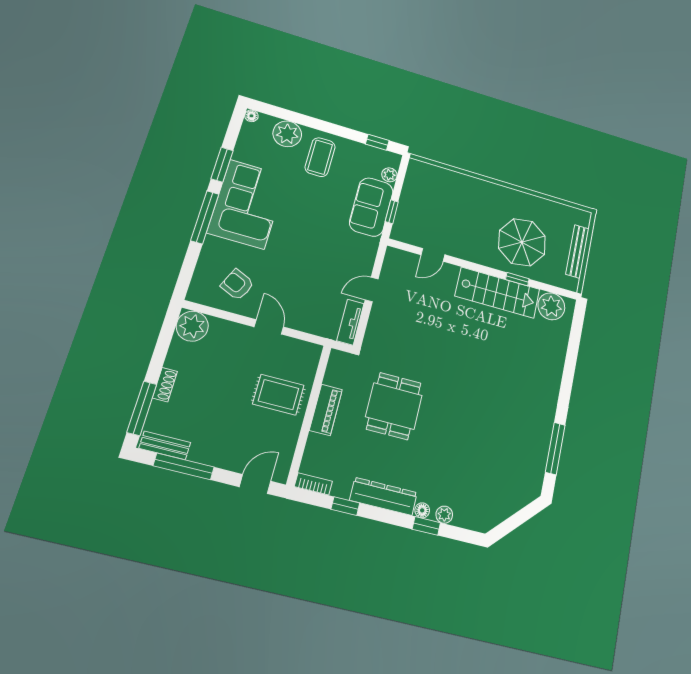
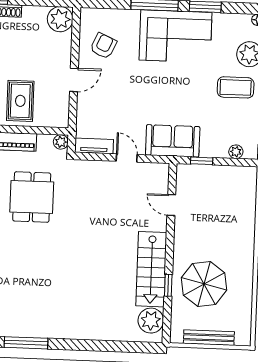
sofa: (371, 207) -> (173, 141), moved
plant: (338, 358) -> (61, 142), added
dining table: (394, 406) -> (32, 197), turned 90

